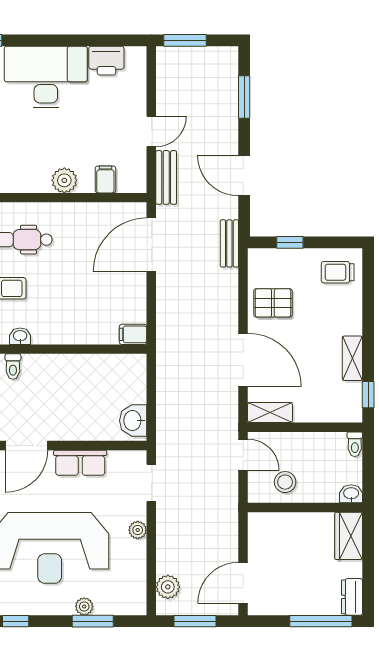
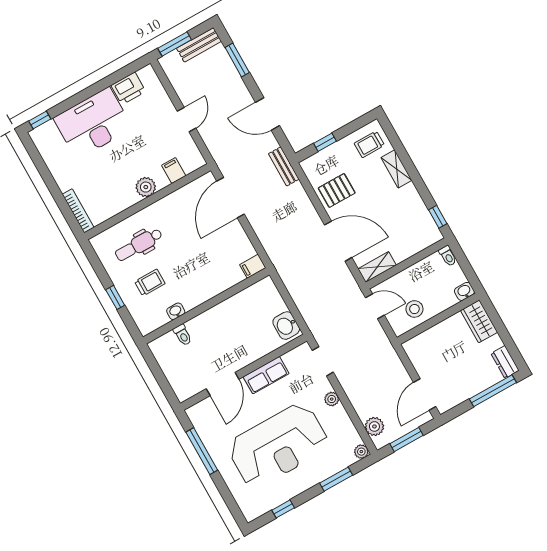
bench: (166, 177) -> (199, 45), moved, turned 90
shelving: (352, 358) -> (397, 169), moved
plant: (84, 606) -> (361, 452), moved

